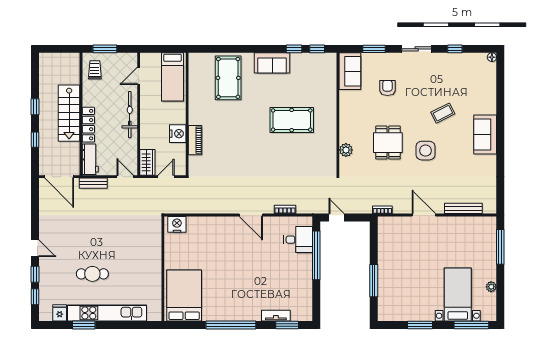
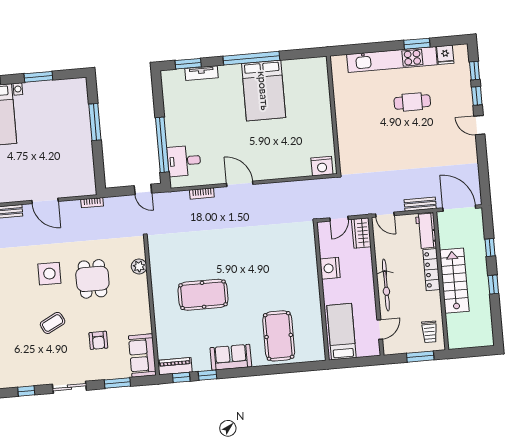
coffee table: (443, 113) -> (53, 323), moved
piano: (195, 140) -> (175, 366), moved, turned 90
bed: (184, 295) -> (264, 91), moved

